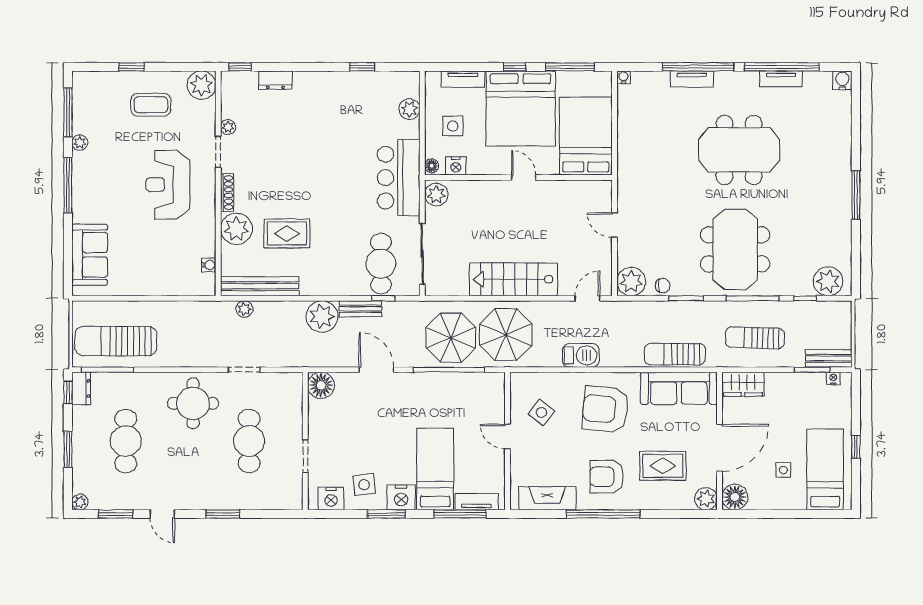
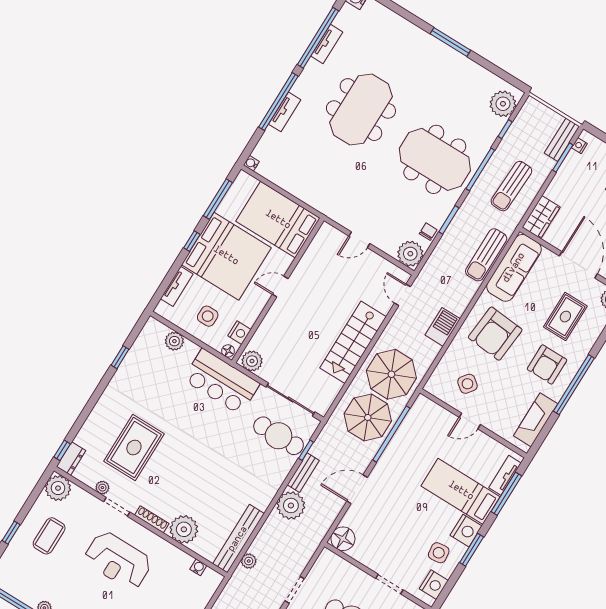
dresser: (275, 80) -> (71, 459), moved
rug: (287, 234) -> (134, 447), moved, width x1.36, depth x1.43

